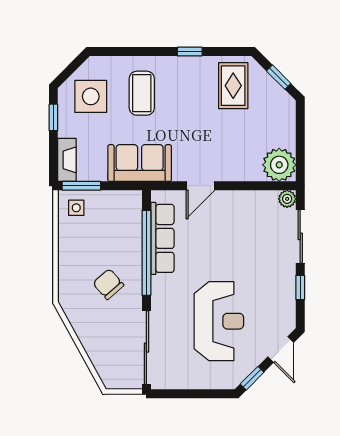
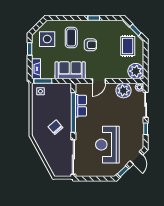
rug: (233, 86) -> (128, 46), moved
armchair: (183, 109) -> (90, 45), added
plant: (253, 206) -> (124, 91), added
row of seats: (162, 238) -> (81, 106), width x0.68
reception desk: (219, 321) -> (107, 145), turned 180

